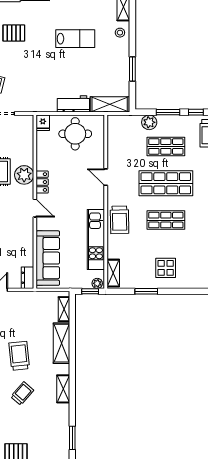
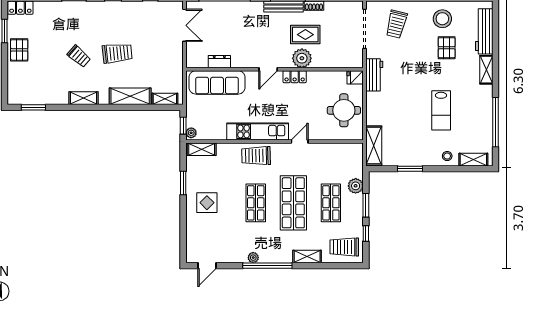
workbench: (73, 104) -> (374, 75), moved
kitchen unit: (96, 239) -> (258, 131), moved
dresser: (27, 278) -> (219, 62), moved

